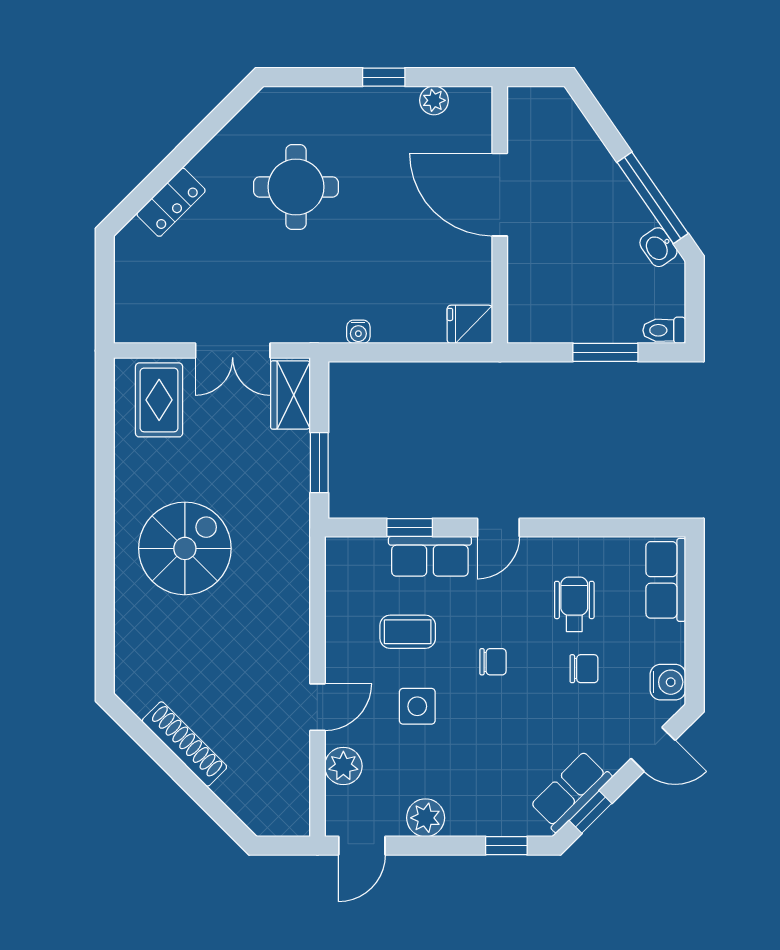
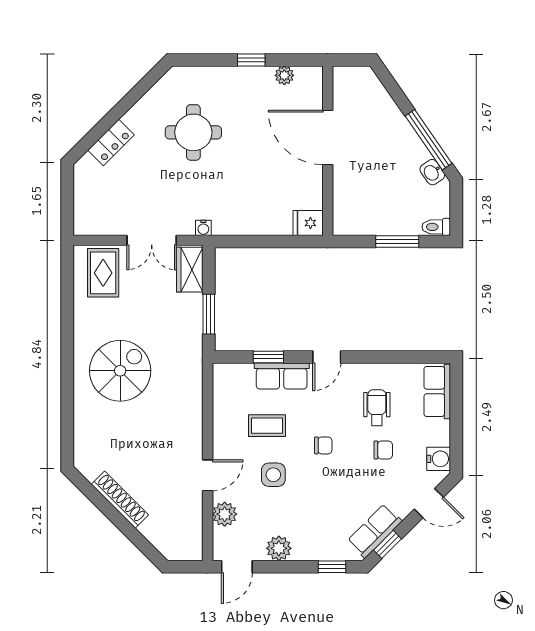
water cooler: (358, 332) -> (203, 228), moved

